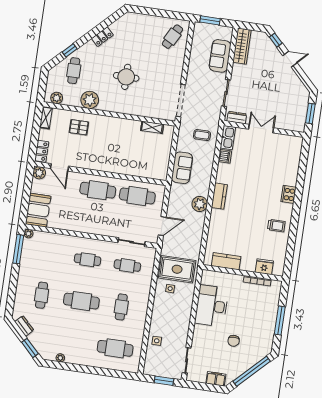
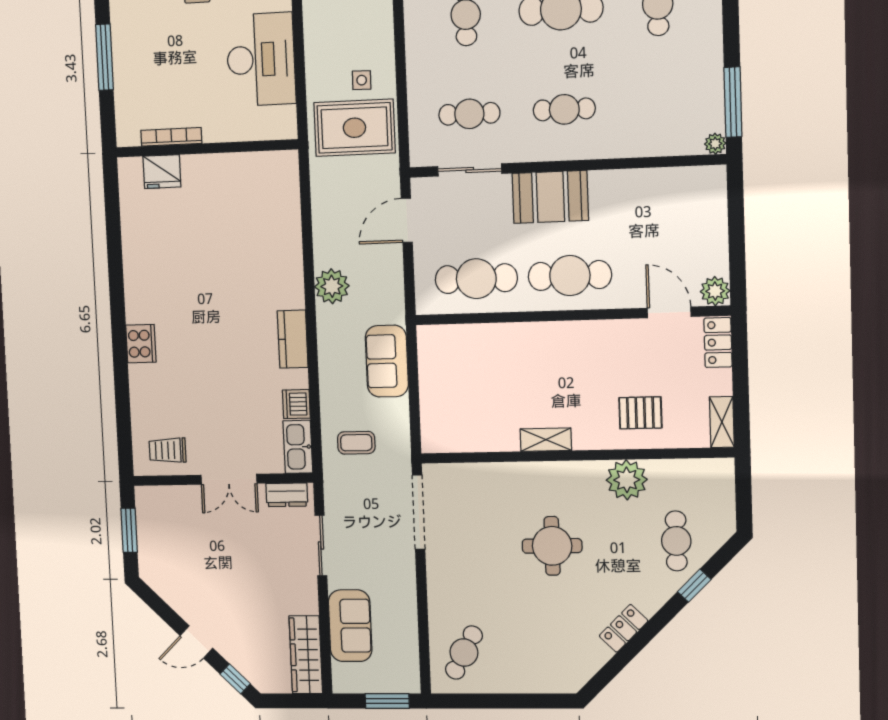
plant: (57, 98) -> (705, 472), removed
shelving: (152, 127) -> (546, 440), moved
kitchen counter: (219, 196) -> (293, 339), moved
booth: (38, 210) -> (550, 197), moved, turned 90
trolley: (276, 226) -> (167, 450), moved
kitchen counter: (226, 261) -> (248, 168), removed

